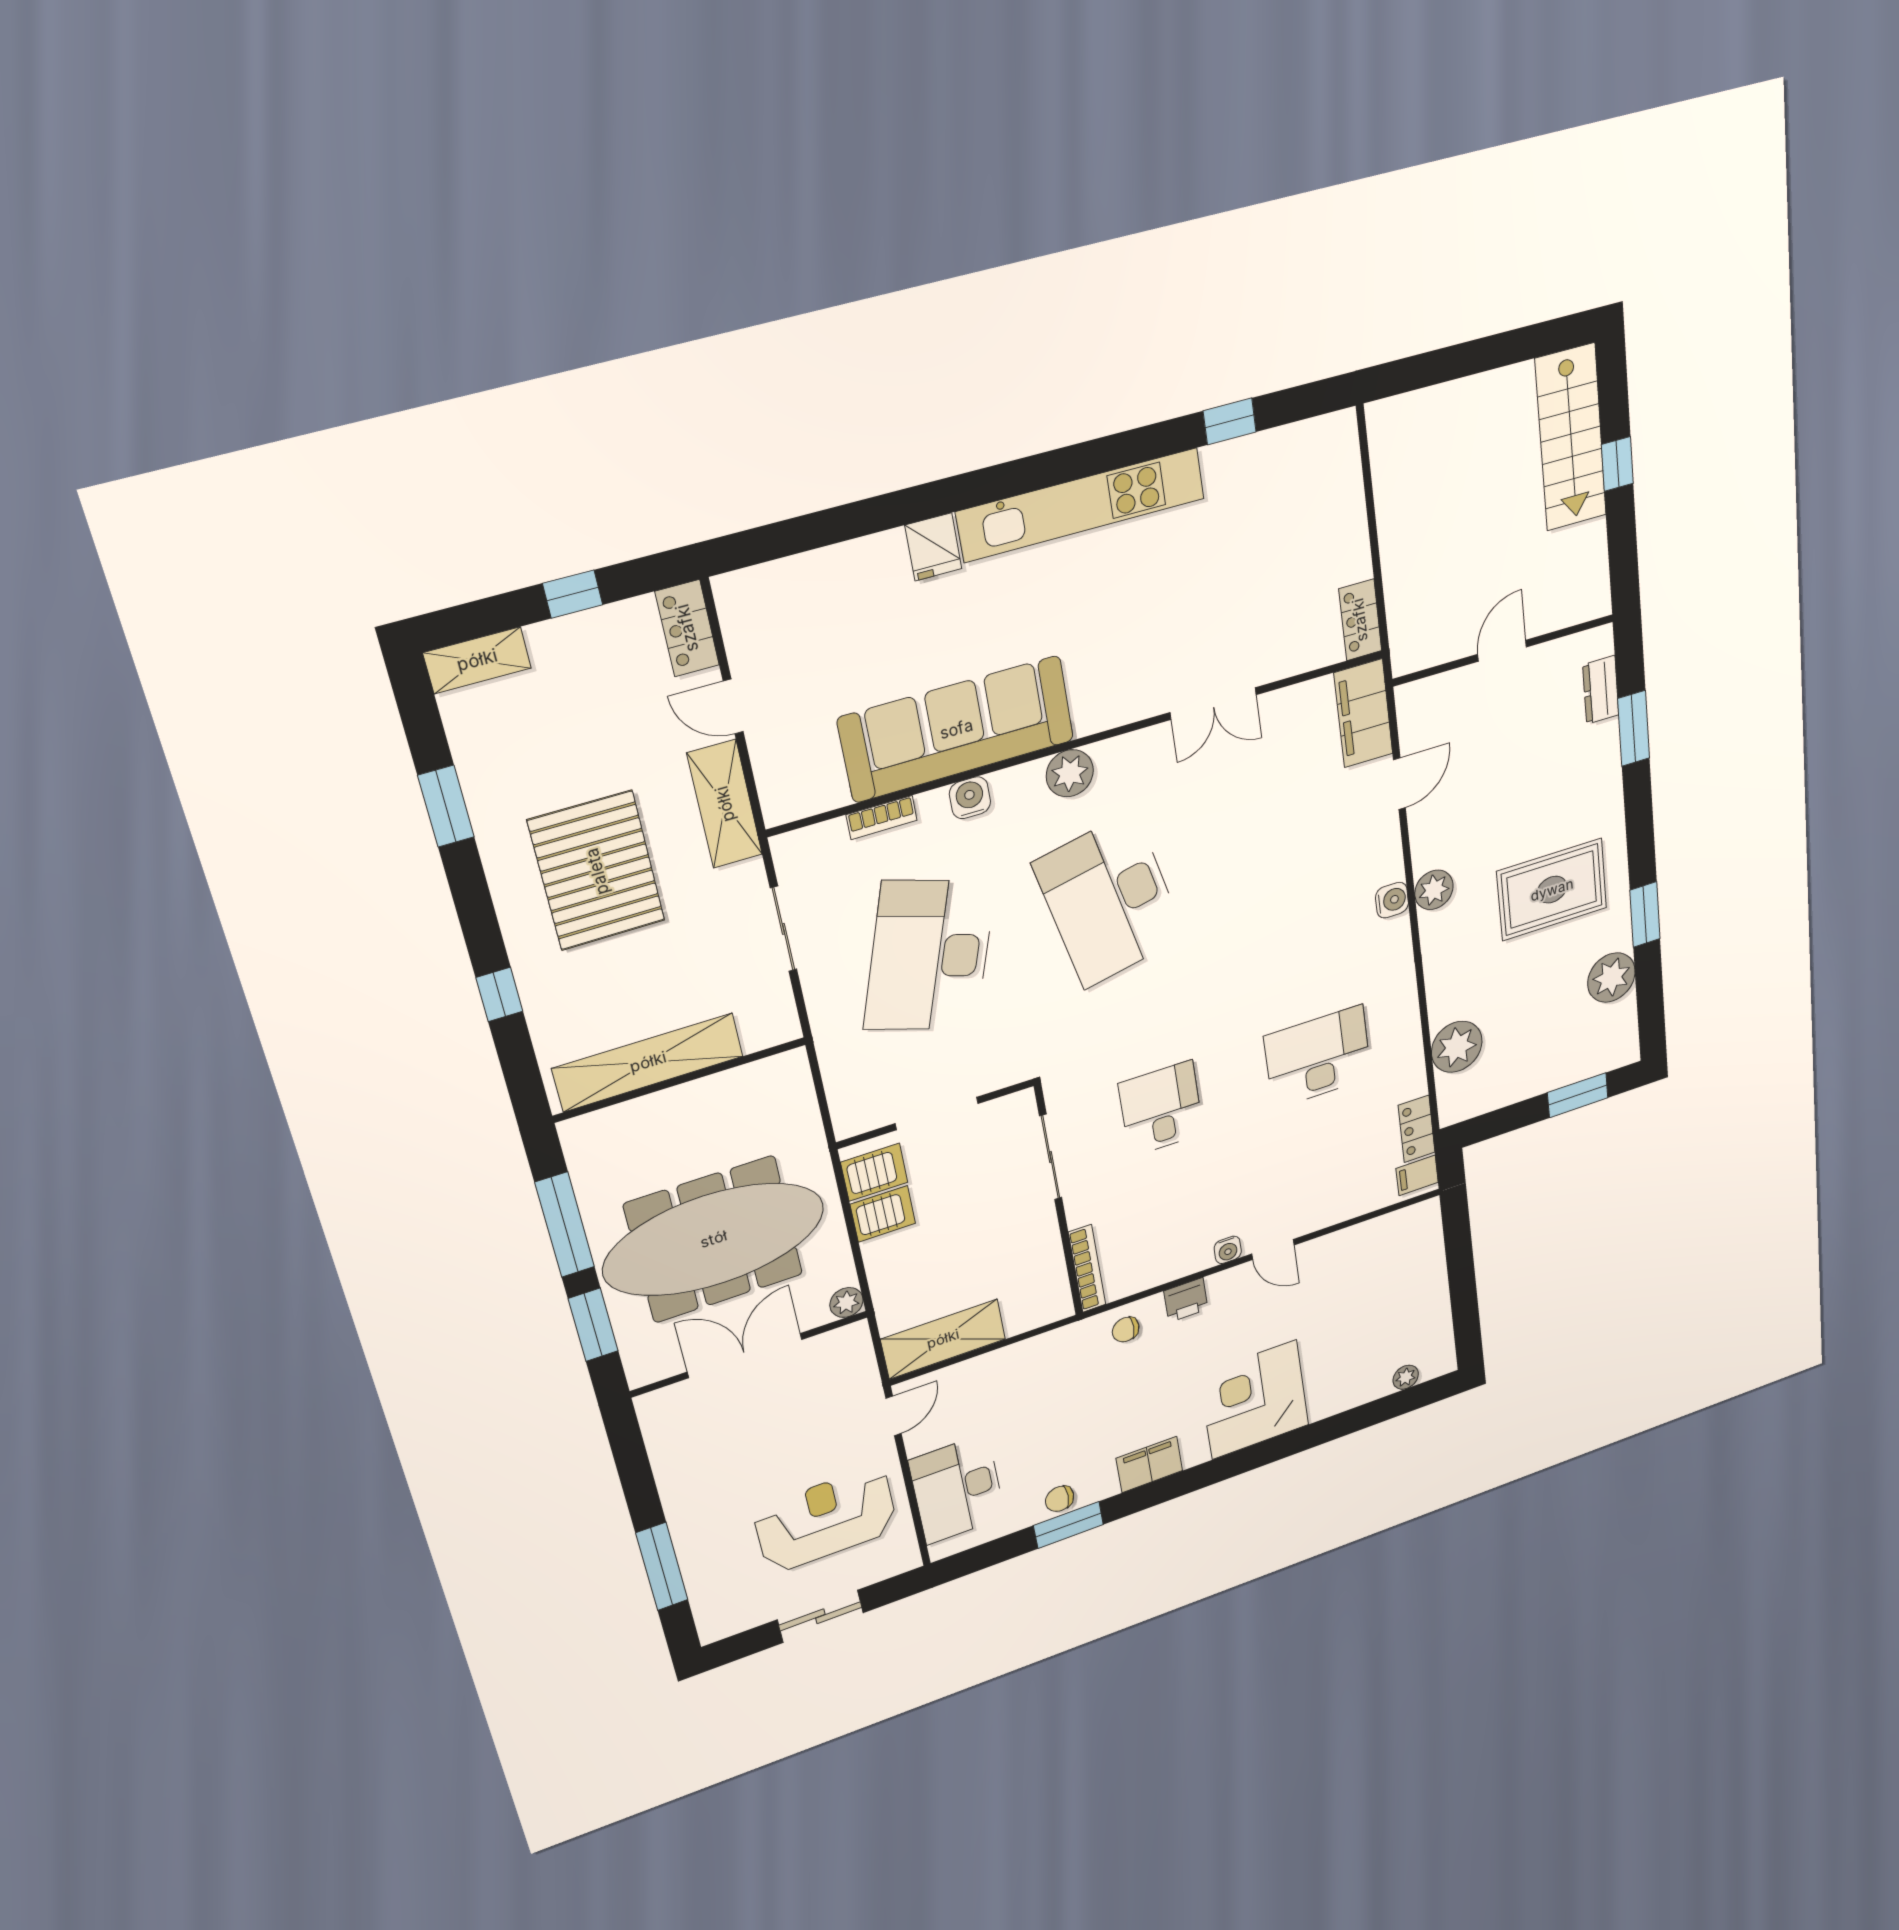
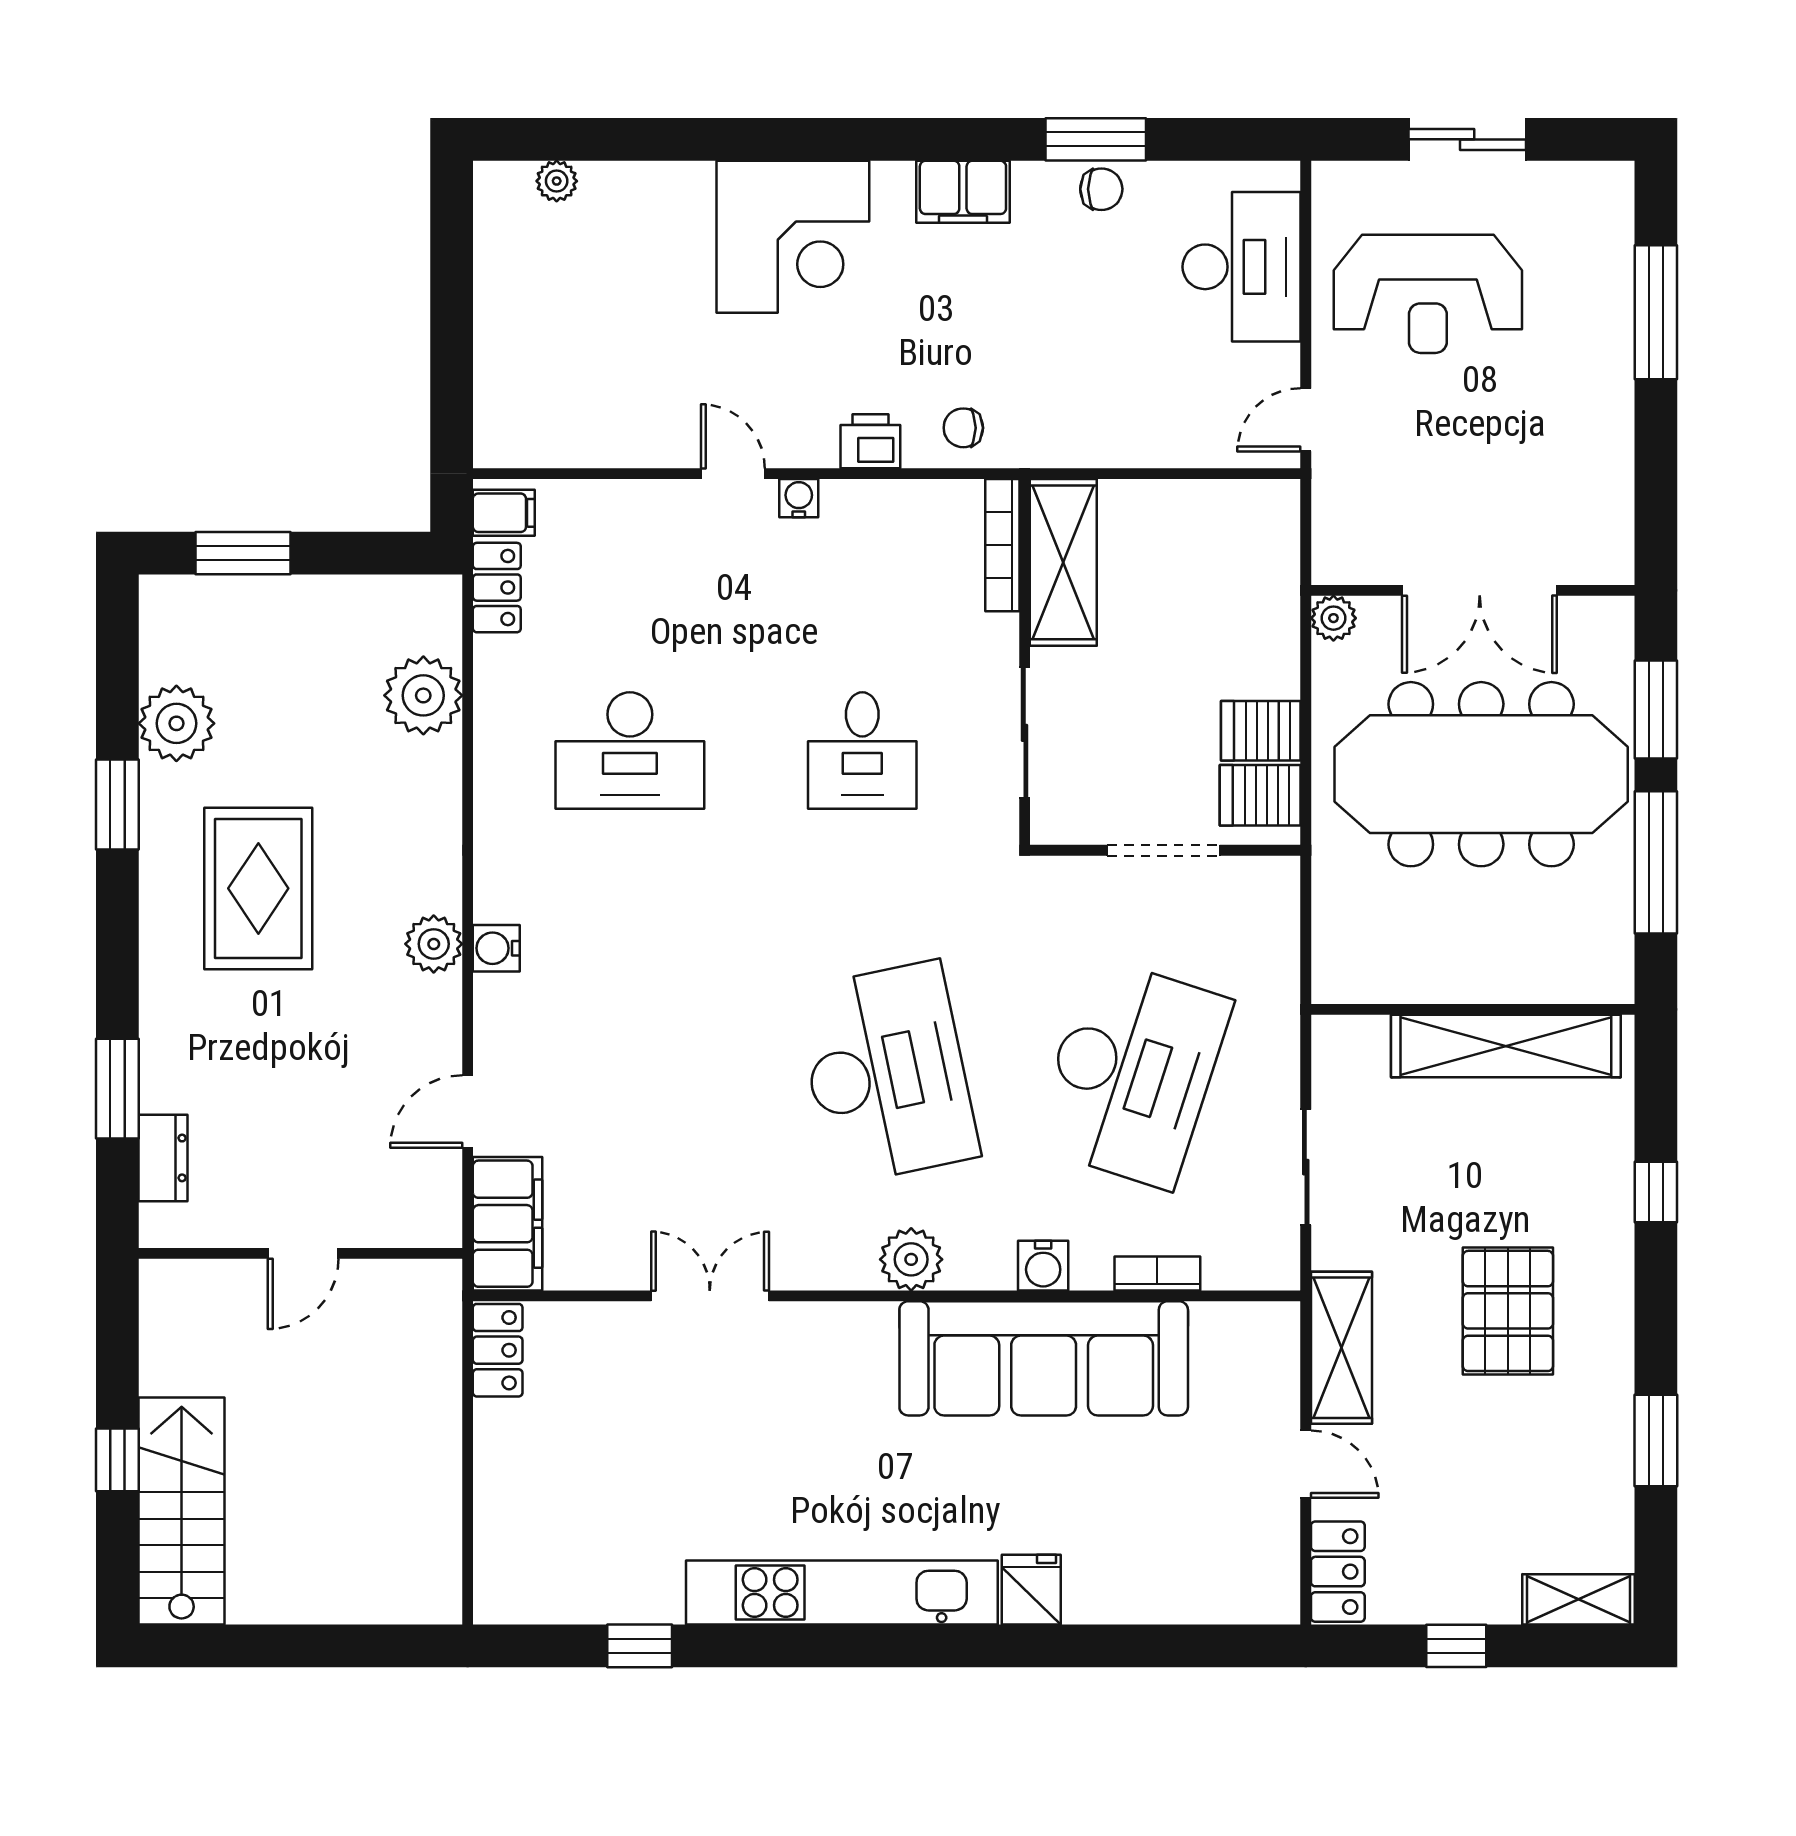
pallet: (597, 871) -> (1508, 1311), width x0.73, depth x0.71
rug: (1552, 890) -> (258, 888), turned 90
chair: (1126, 1329) -> (963, 428), turned 180
shelving: (943, 1339) -> (1063, 562), moved, turned 90

